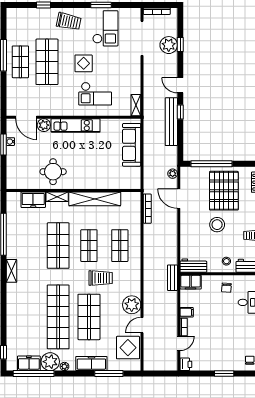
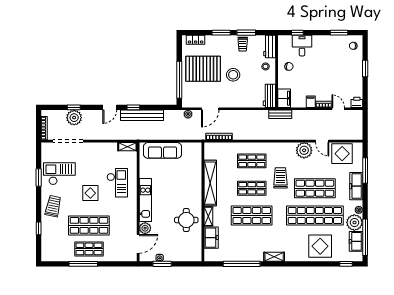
display table: (23, 323) -> (320, 246), added

